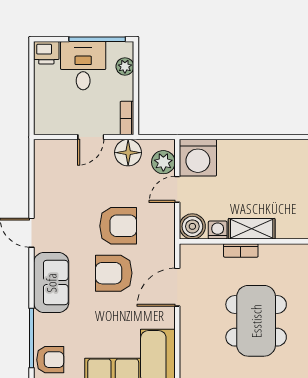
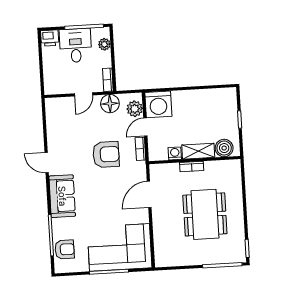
bookcase: (168, 221) -> (140, 149), added
boiler: (192, 226) -> (224, 148), moved
armchair: (114, 273) -> (105, 187), removed

